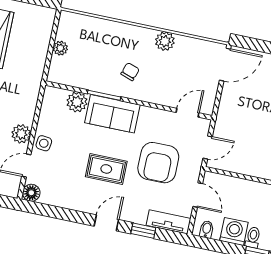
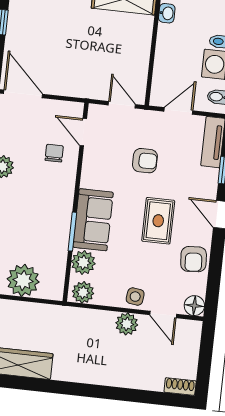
plant: (60, 48) -> (23, 280), width x1.88, depth x1.88
chair: (130, 72) -> (54, 153), moved, turned 71
plant: (52, 99) -> (83, 292), added
armchair: (158, 163) -> (145, 161), width x0.53, depth x0.53
armchair: (71, 196) -> (194, 259), added

